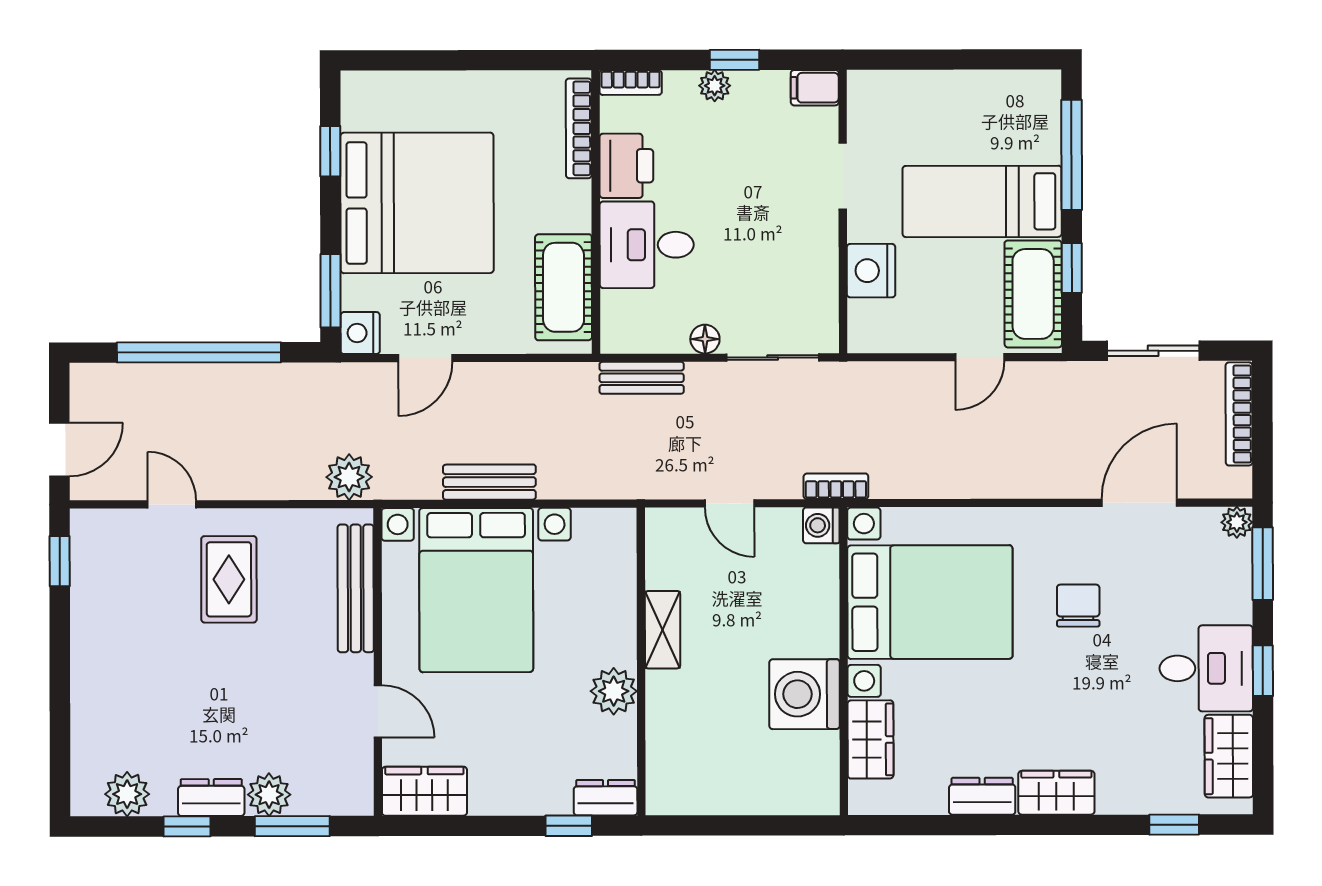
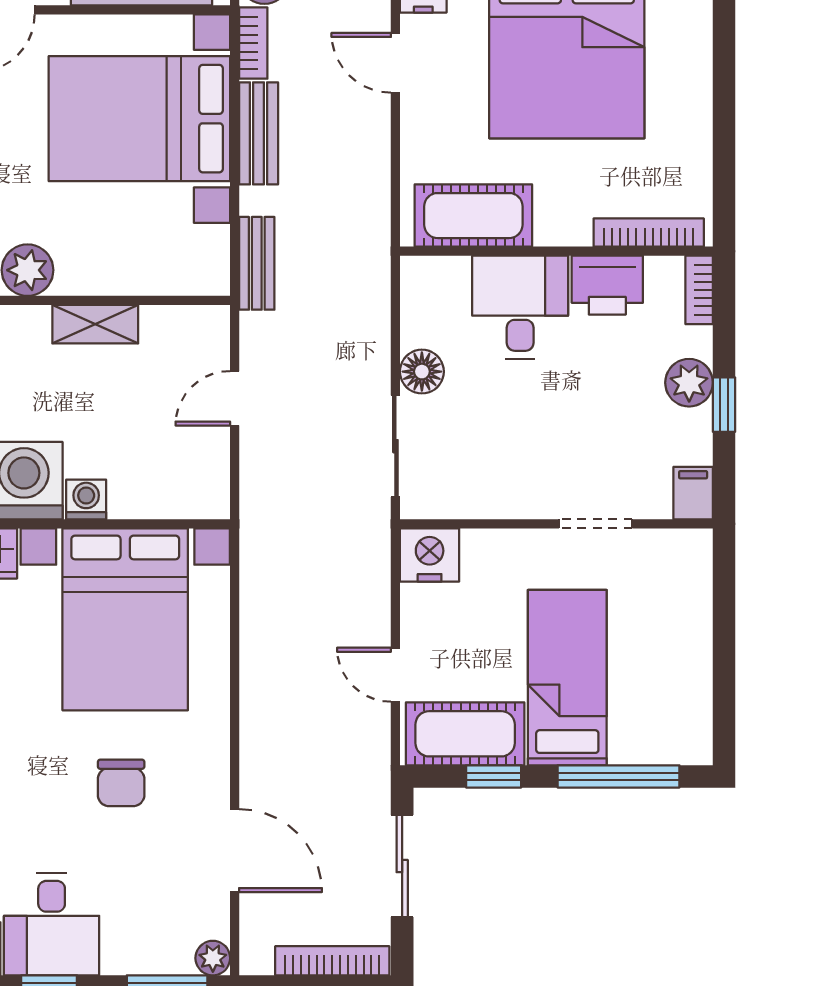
plant: (715, 86) -> (689, 383), width x1.38, depth x1.38
nightstand: (871, 271) -> (430, 555), moved
floor lamp: (705, 339) -> (422, 372), width x1.37, depth x1.37
bench: (642, 378) -> (257, 263), moved
bookcase: (836, 486) -> (253, 43), moved
washing machine: (821, 525) -> (86, 499), moved
chair: (1078, 606) -> (121, 783), turned 90

